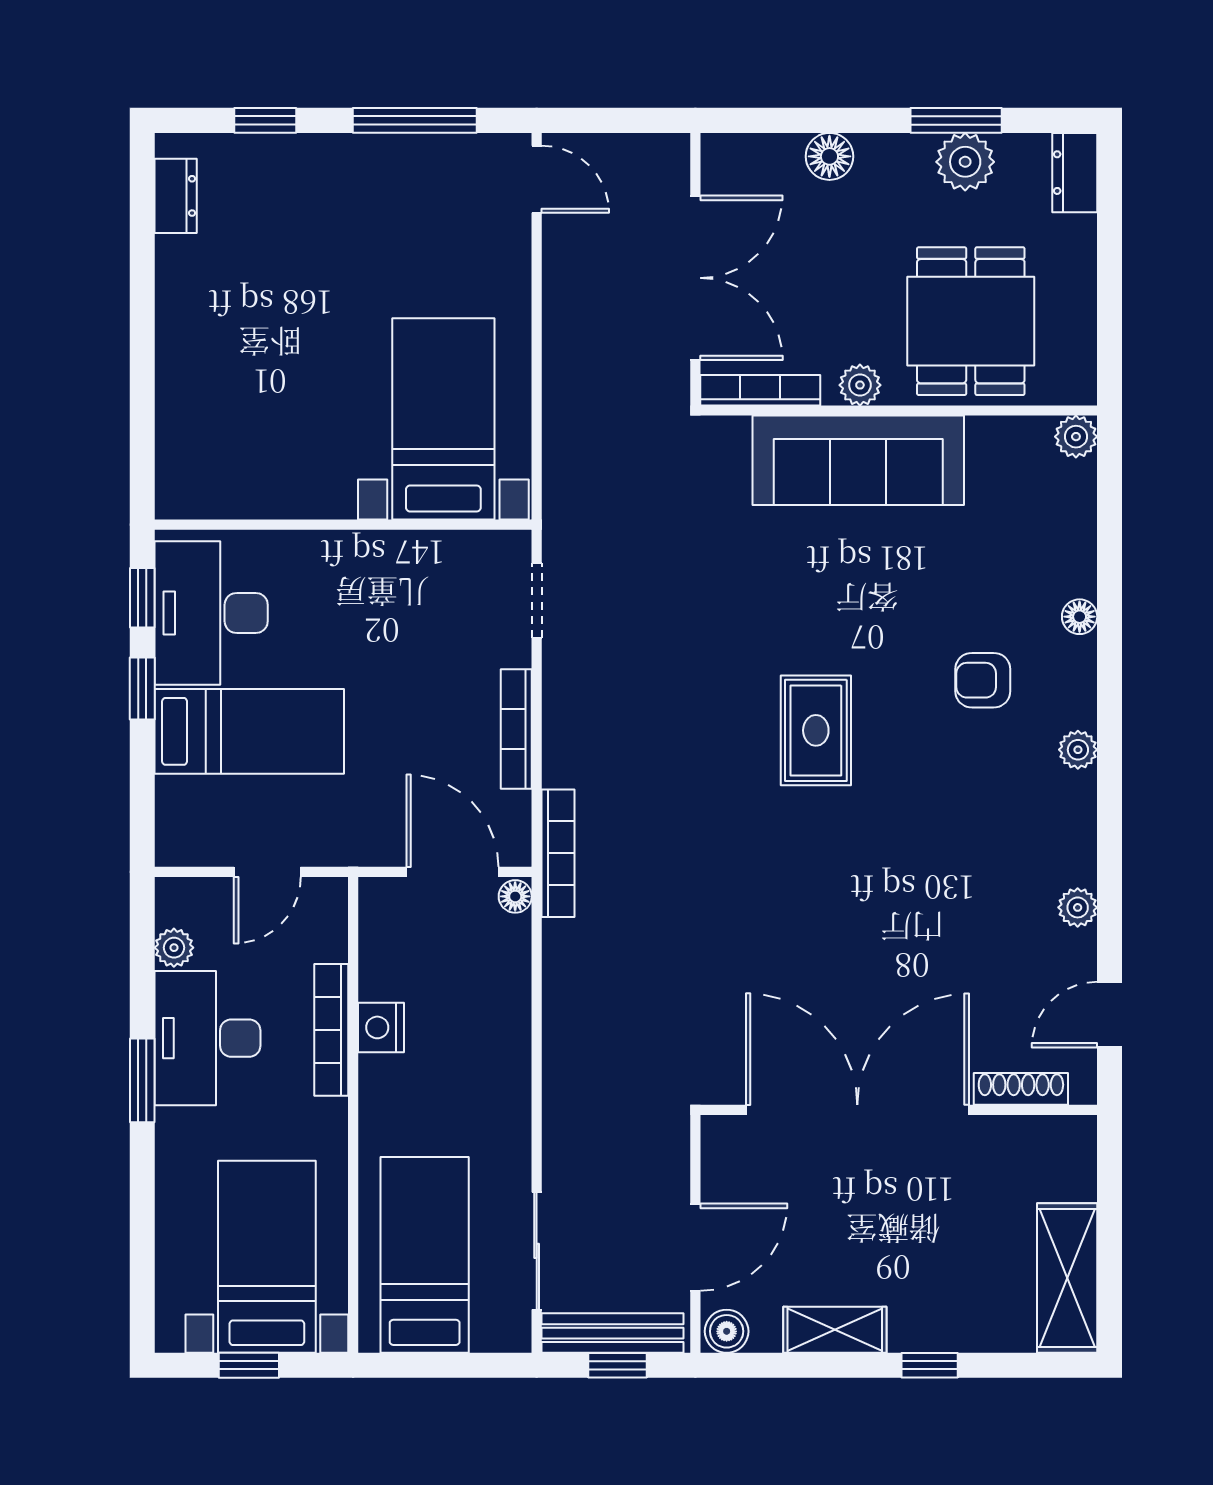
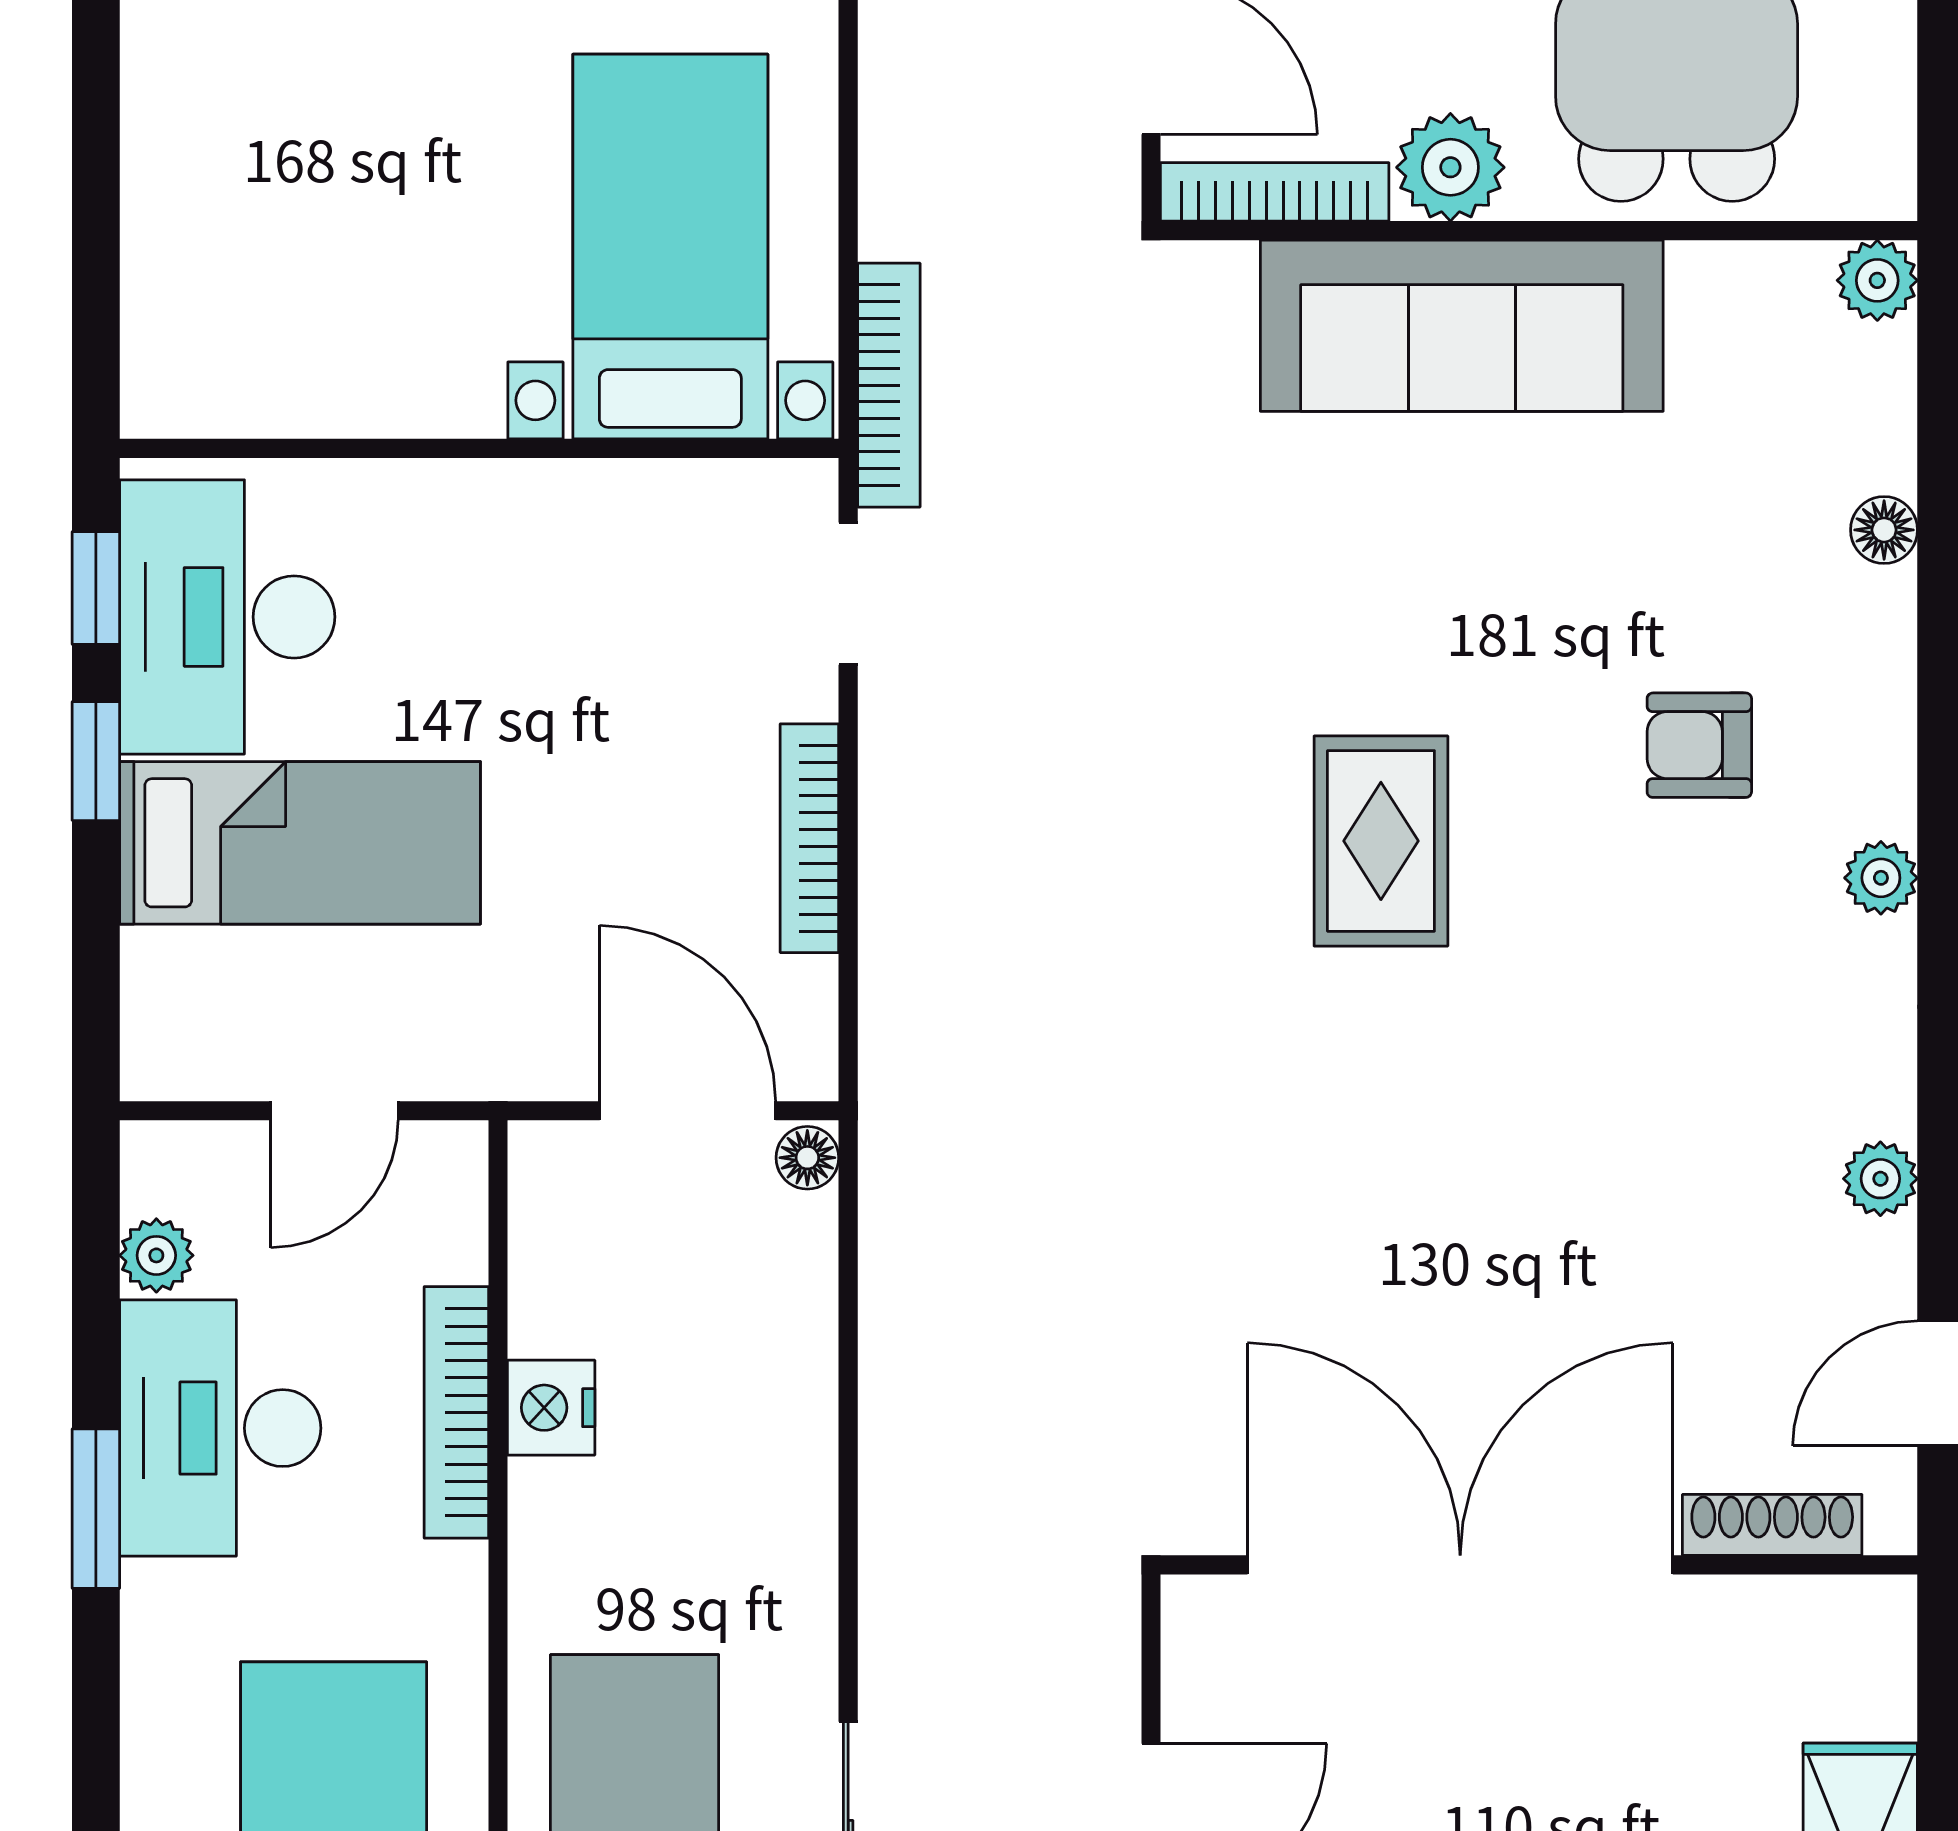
plant: (860, 385) -> (1450, 167), width x1.38, depth x1.38
floor lamp: (1080, 617) -> (1884, 530), moved
bookcase: (558, 853) -> (889, 385), moved

